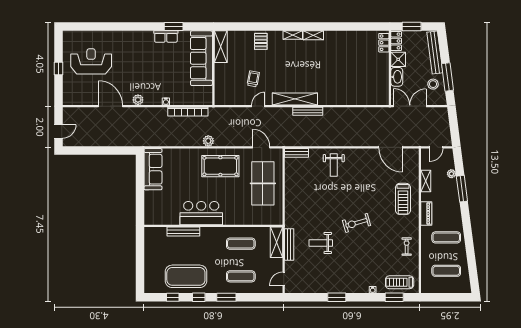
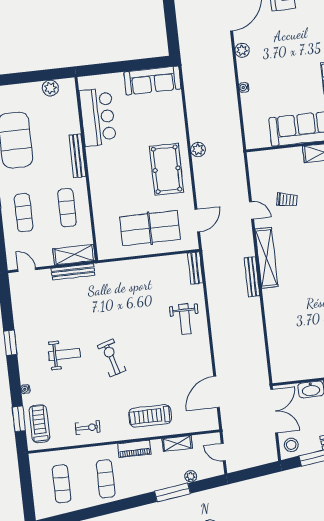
stool: (433, 84) -> (291, 445), moved
bookcase: (188, 112) -> (234, 118), removed
weight bench: (334, 165) -> (185, 319), turned -90
bar counter: (201, 213) -> (98, 117), moved
bench: (183, 231) -> (77, 156), moved
weight bench: (321, 243) -> (64, 354), moved, turned 90
plant: (150, 246) -> (50, 88), added

